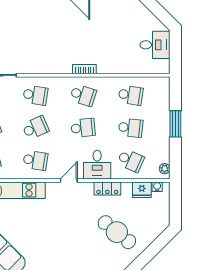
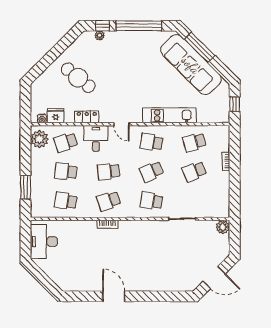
desk: (155, 45) -> (44, 242), width x1.37
school desk: (83, 95) -> (109, 201), turned -36
window: (175, 124) -> (26, 187), moved
school desk: (131, 160) -> (66, 142), turned -42
plant: (165, 169) -> (39, 139), width x1.88, depth x1.88
door: (69, 180) -> (121, 124), hinge flipped

